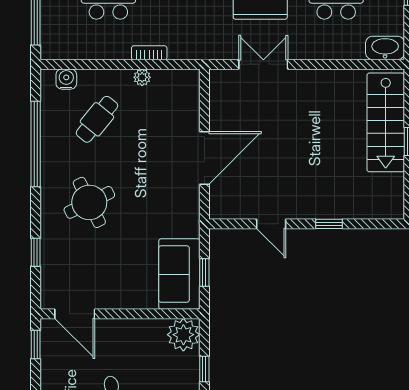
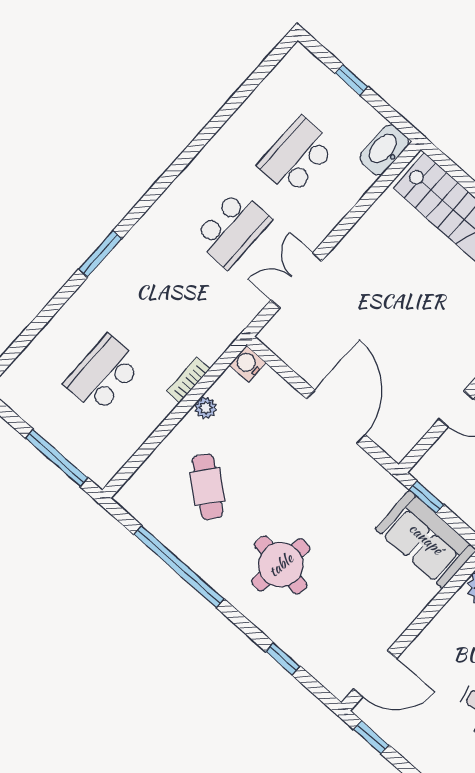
water cooler: (66, 79) -> (248, 364), moved
round table: (89, 202) -> (281, 565), turned 34
window: (204, 273) -> (426, 497), moved

